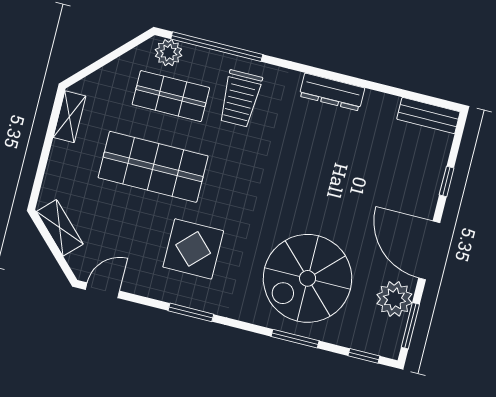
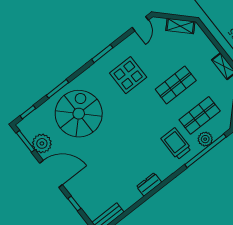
plant: (169, 53) -> (205, 139), moved
dresser: (332, 92) -> (149, 184), width x0.70
shop shelf: (153, 167) -> (176, 85), width x0.70, depth x0.74

